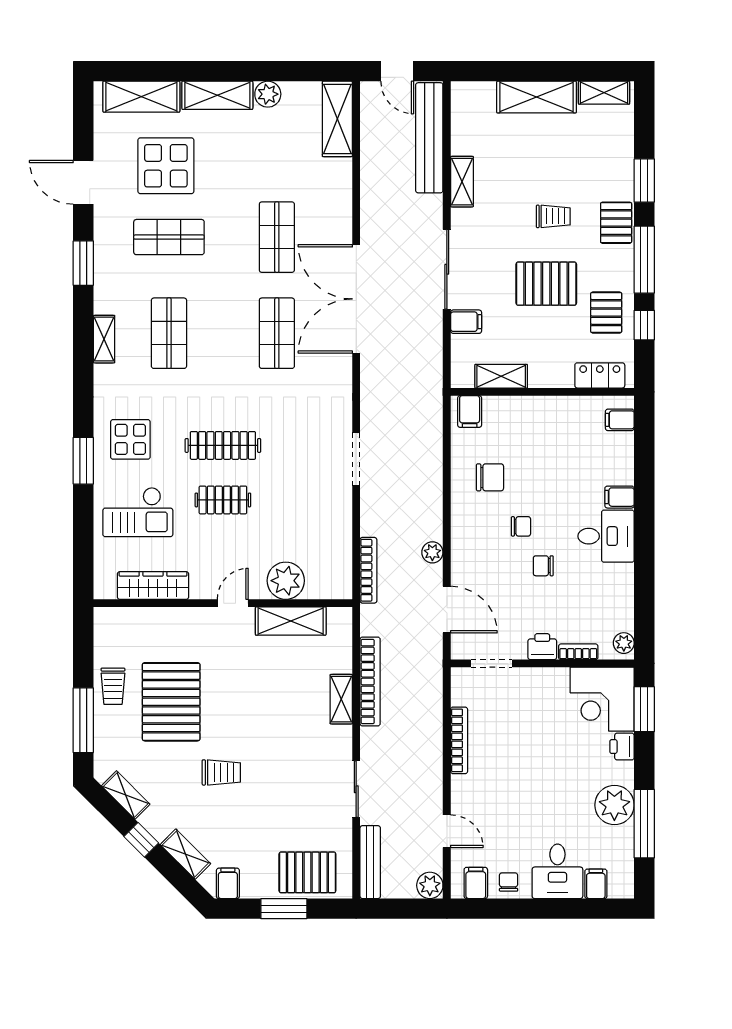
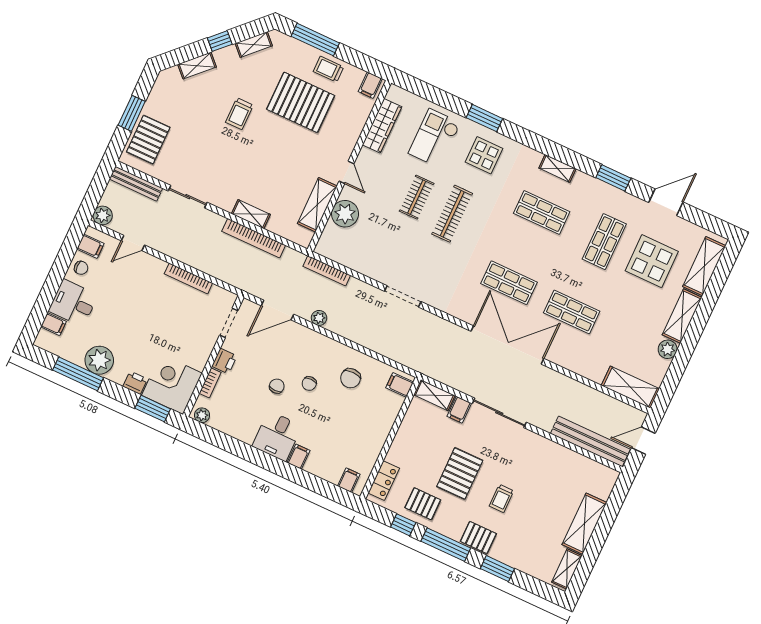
shelving: (462, 182) -> (552, 449), removed
shelving: (501, 376) -> (434, 395), moved, turned 90
filing cabinet: (228, 883) -> (370, 85), moved, turned 90

